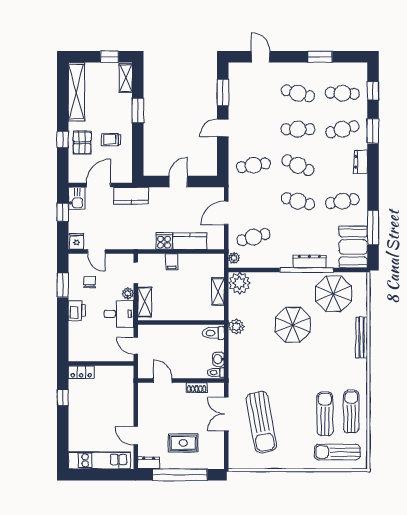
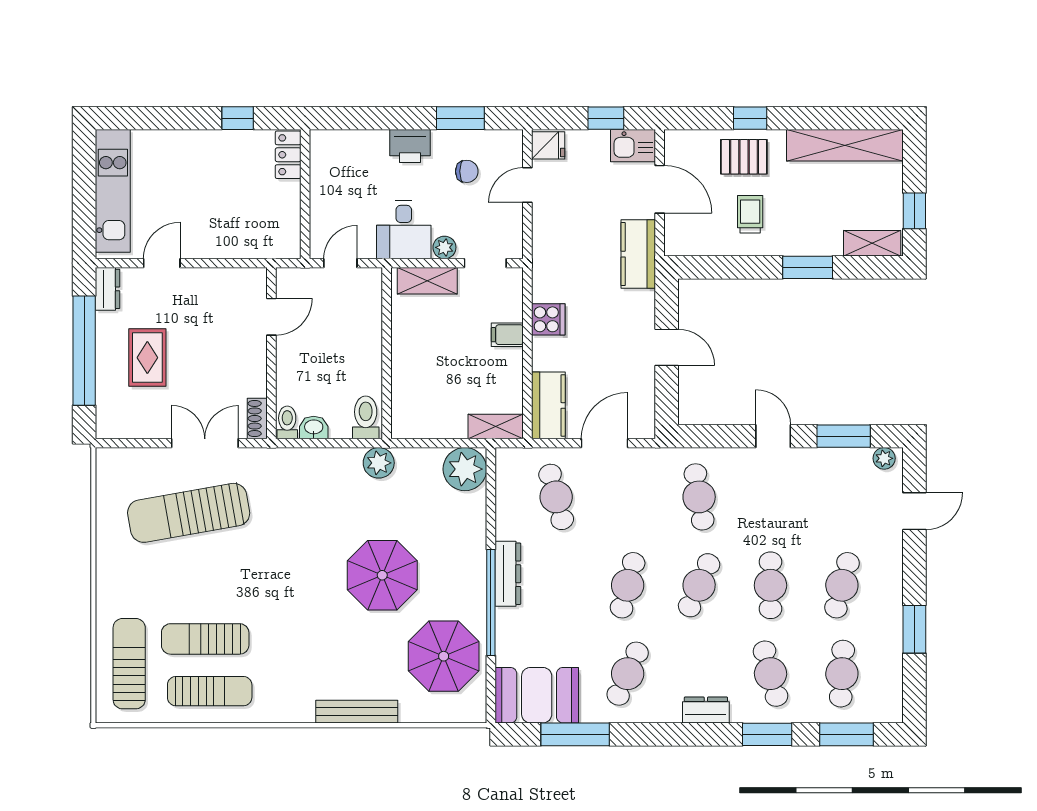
window: (373, 91) -> (847, 734), width x1.50
cafe table: (342, 201) -> (628, 674), turned 33
door: (226, 213) -> (605, 443), hinge flipped
kitchen counter: (190, 241) -> (548, 405), moved
plant: (234, 258) -> (884, 458), moved
dresser: (309, 261) -> (508, 574), moved
shelving: (218, 292) -> (496, 427), moved
shoe rack: (197, 388) -> (257, 418), moved
sun lounger: (325, 414) -> (205, 639), turned 180

